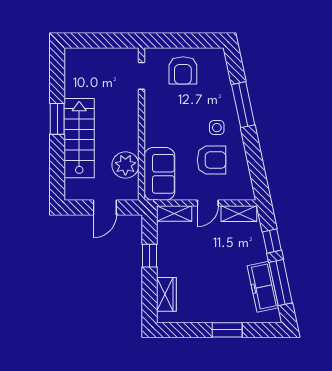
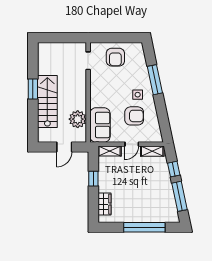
freezer: (263, 287) -> (168, 199), removed
window: (227, 330) -> (144, 227), width x2.11

